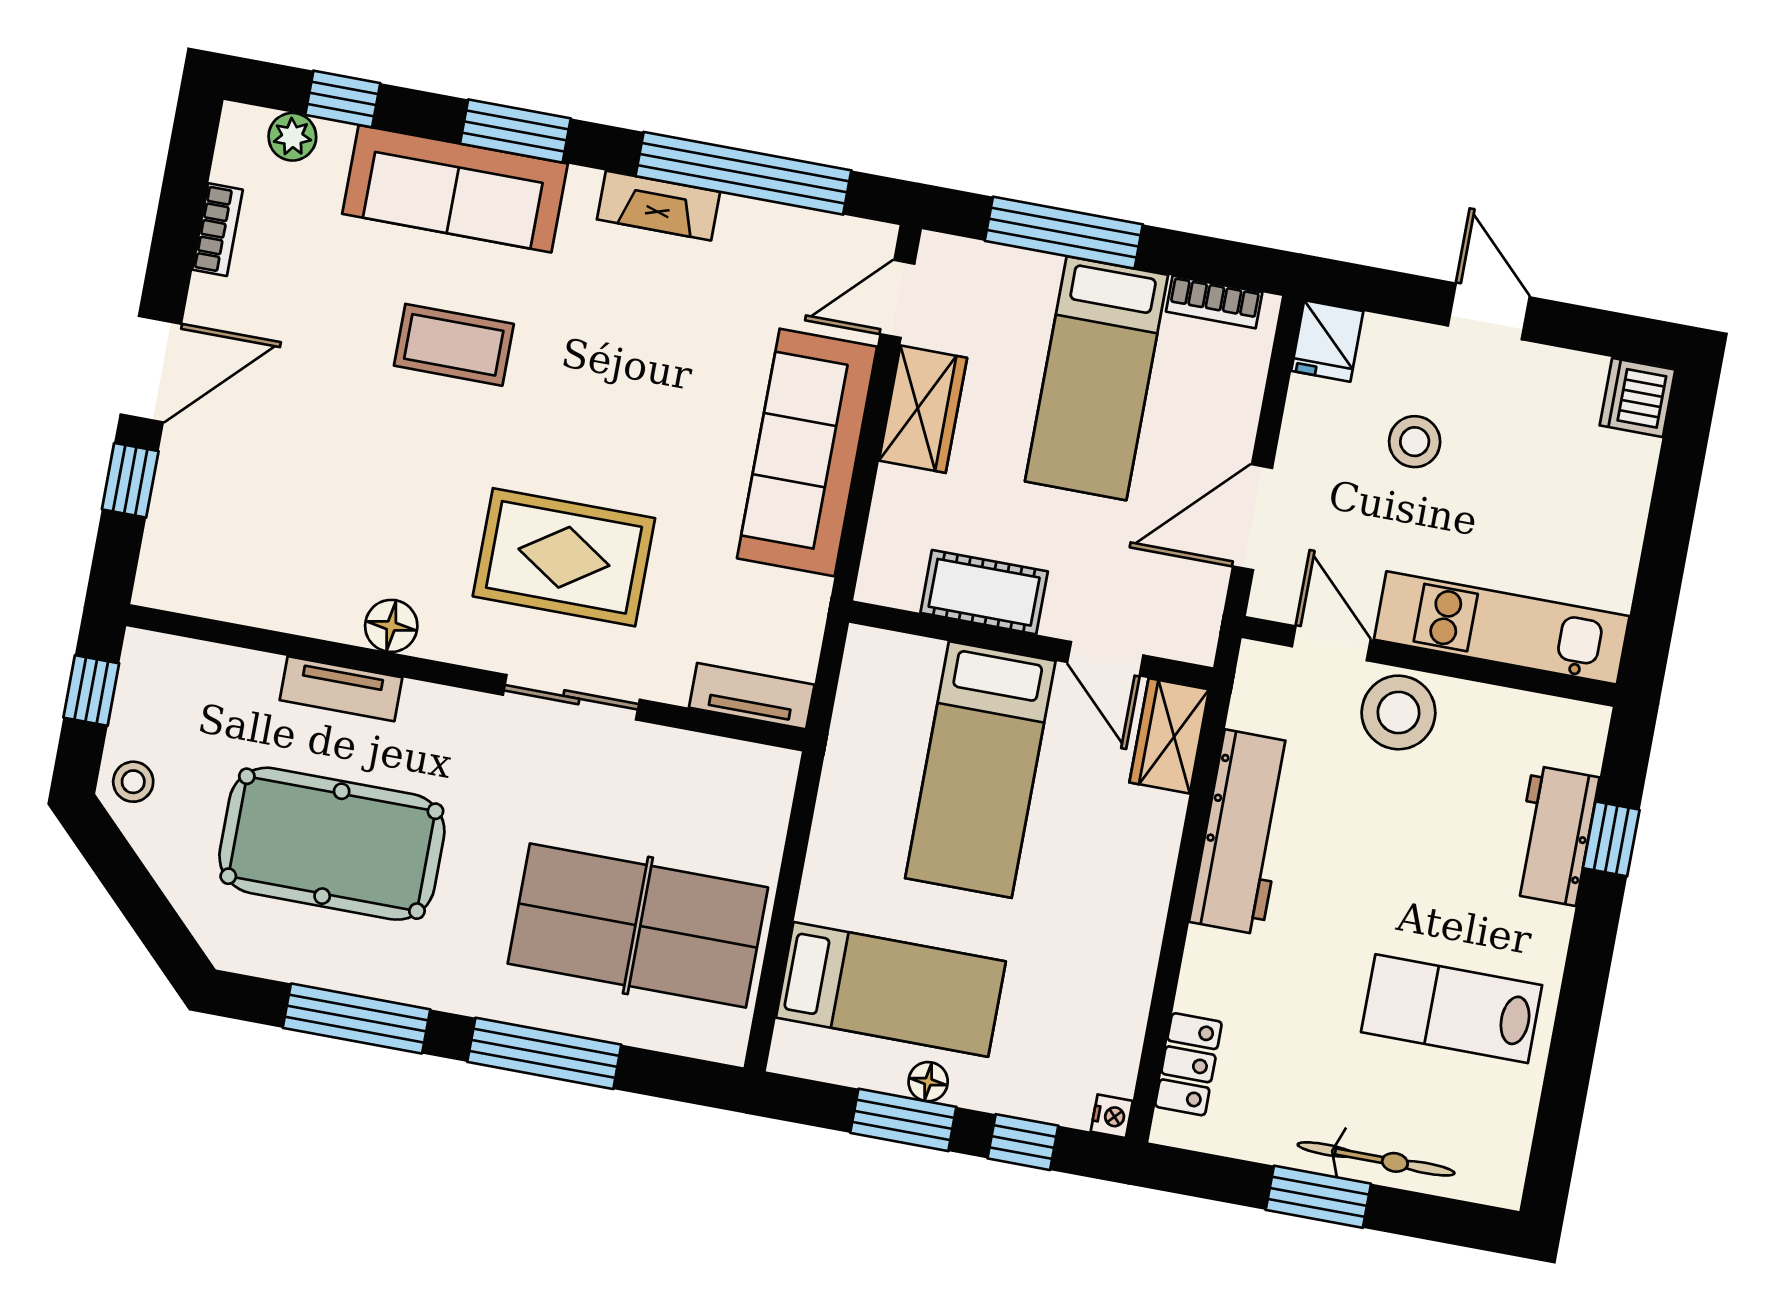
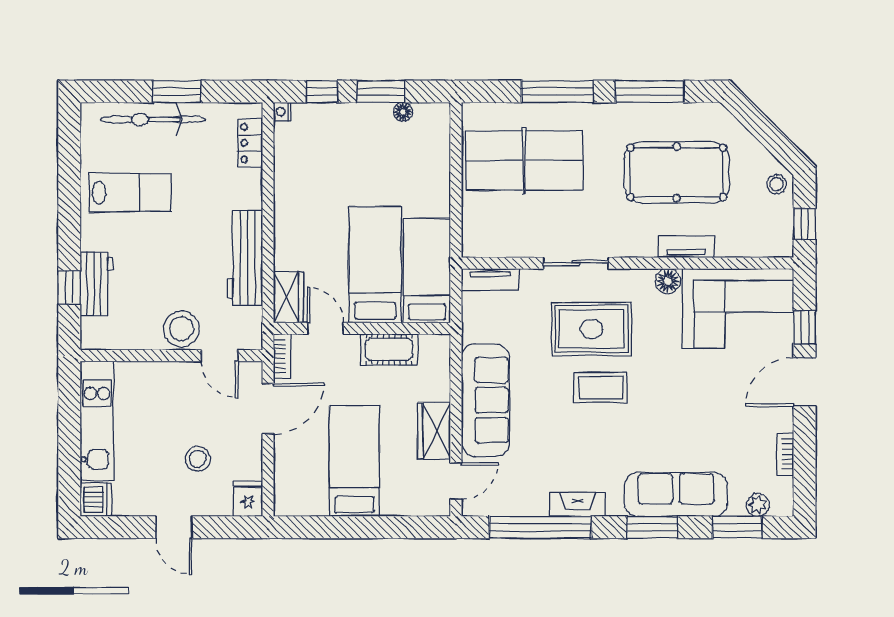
window: (343, 99) -> (737, 527), width x1.50
window: (1064, 233) -> (383, 527), removed
bookcase: (1214, 302) -> (282, 356), moved, turned 90
coffee table: (454, 345) -> (601, 388), moved
corner sofa: (258, 544) -> (738, 308), added
kitchen unit: (1502, 628) -> (97, 421), moved, turned -90
bed: (891, 989) -> (427, 271), moved, turned 90
floor lamp: (928, 1082) -> (403, 112), moved
bicycle: (1376, 1159) -> (153, 119), width x1.37, depth x1.40

